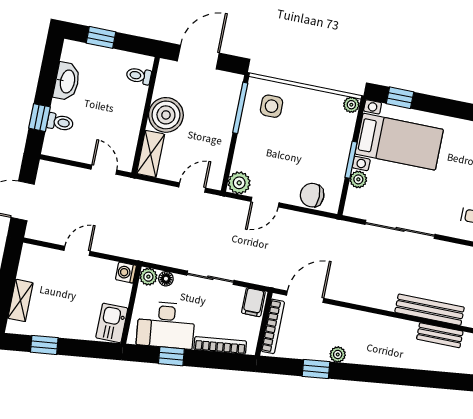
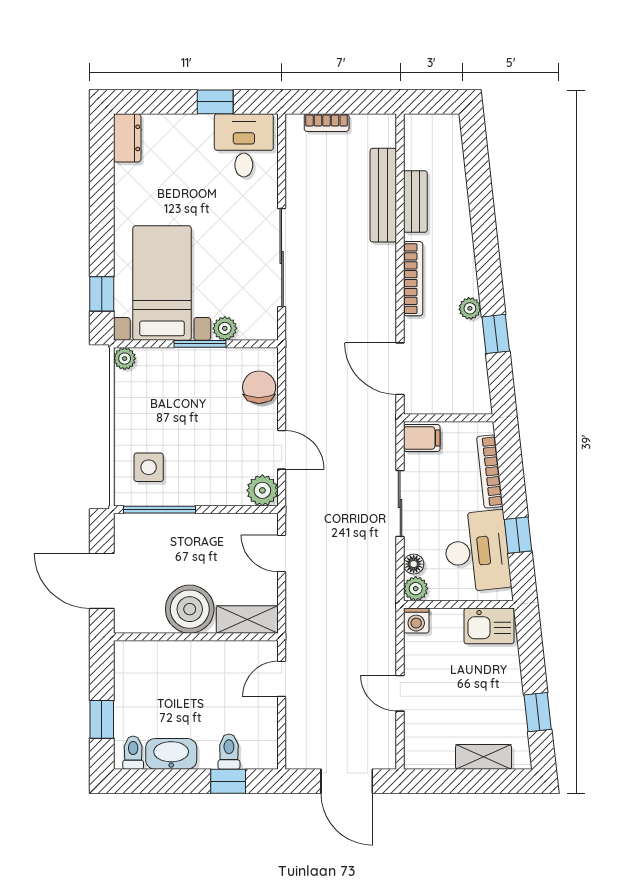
toilet: (139, 76) -> (133, 753), moved, turned 180
chair: (312, 195) -> (259, 387), turned 180
bookcase: (273, 326) -> (413, 279), moved, turned 90
bench: (440, 335) -> (415, 202), moved

